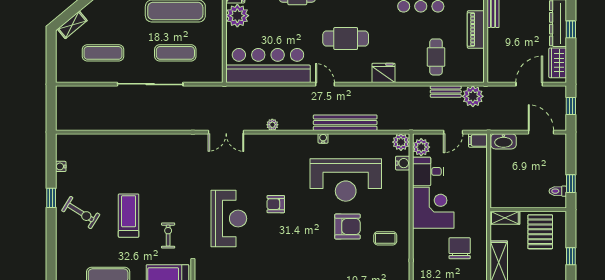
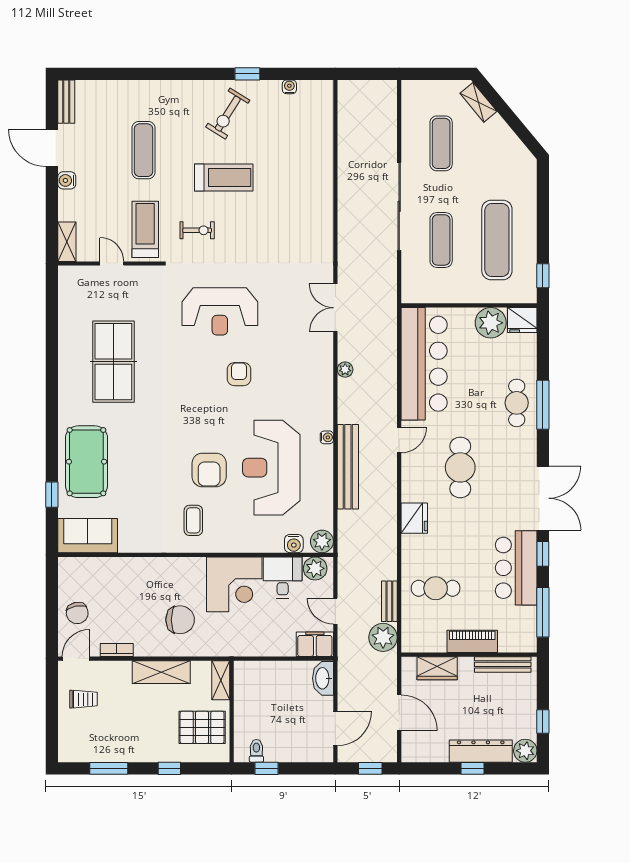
wardrobe: (558, 63) -> (437, 668), moved, turned 180
filing cabinet: (478, 140) -> (315, 644), width x2.00

